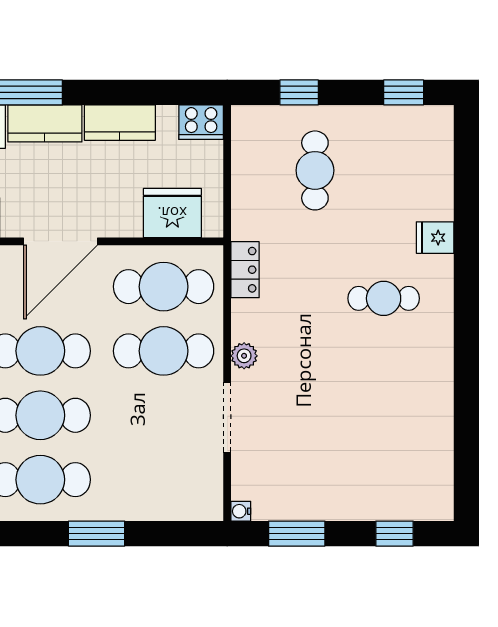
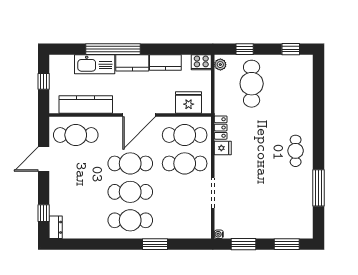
cafe table: (315, 170) -> (252, 84), width x1.37, depth x1.35
fridge: (435, 238) -> (223, 148), moved, turned 180
cafe table: (384, 298) -> (296, 151), moved, turned 90
plant: (244, 356) -> (220, 65), moved
window: (466, 406) -> (319, 188), added
window: (394, 534) -> (287, 244), width x1.50

